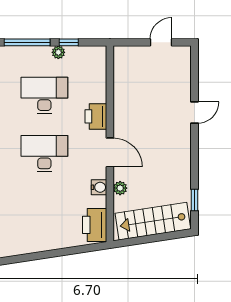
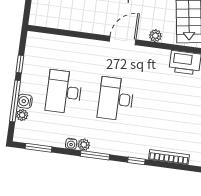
plant: (58, 52) -> (22, 115), moved
printer: (96, 116) -> (89, 49), removed
water cooler: (99, 187) -> (25, 101), moved, turned -90

